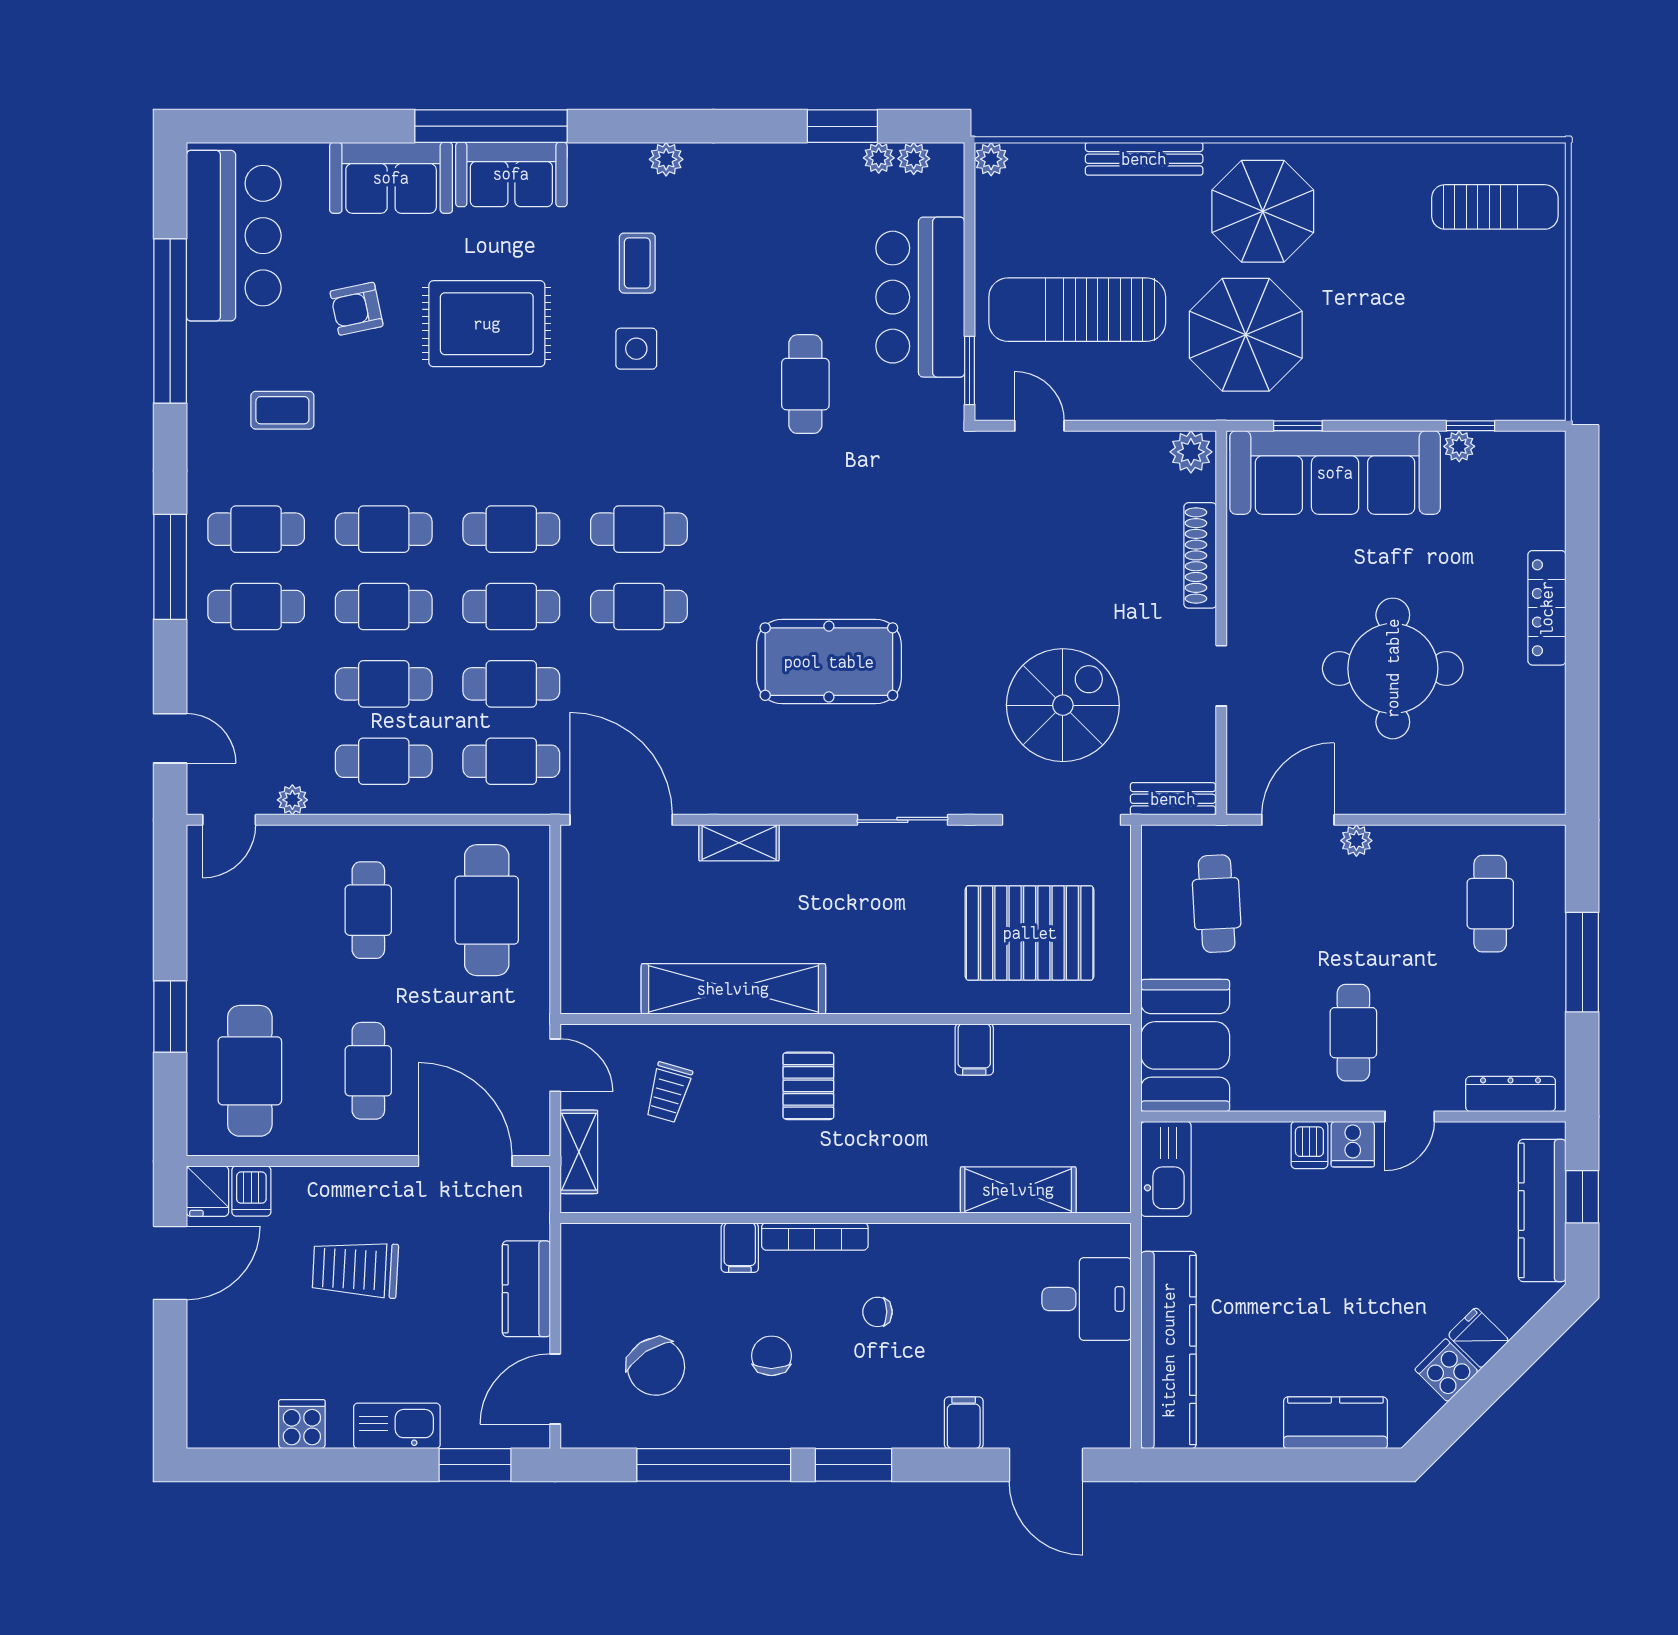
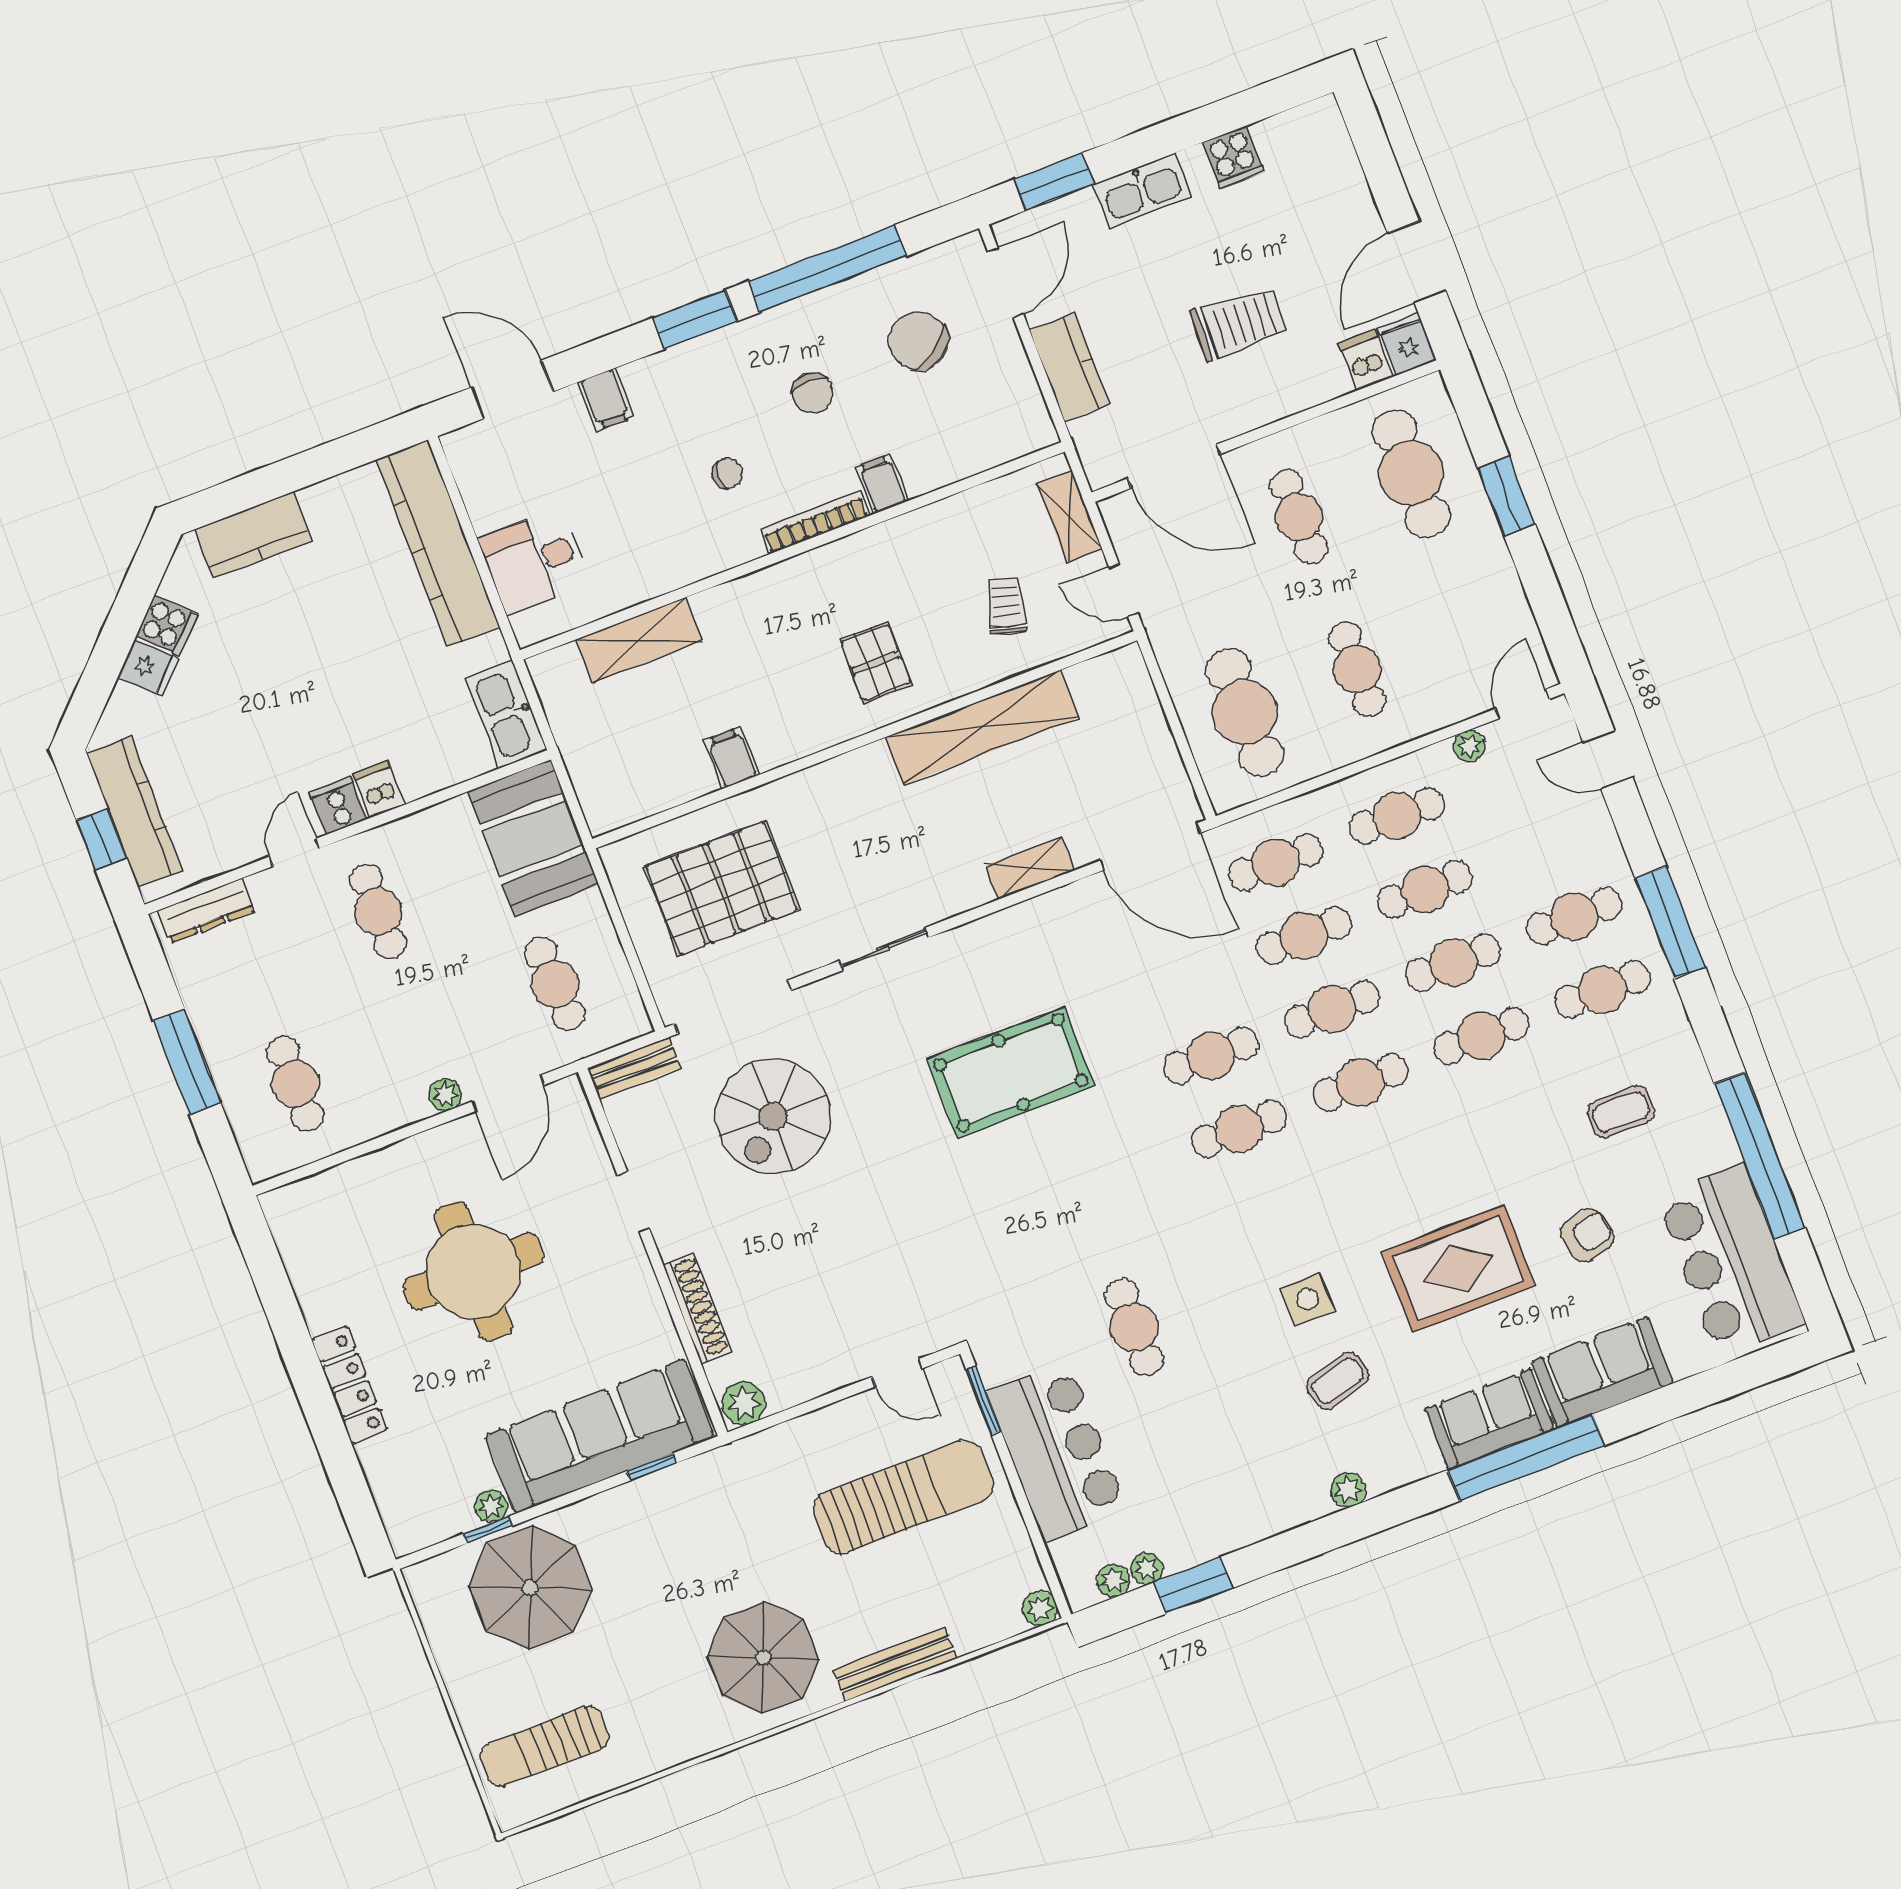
coffee table: (637, 263) -> (1338, 1381), turned 74
parasol: (1246, 335) -> (530, 1588), moved

